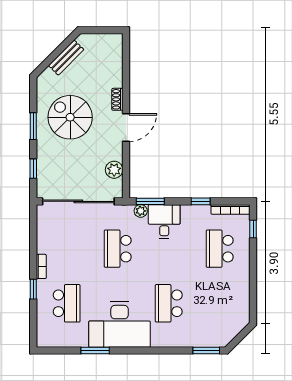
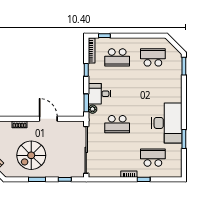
door: (126, 127) -> (48, 119), moved
plant: (114, 170) -> (66, 127), removed
school desk: (169, 303) -> (153, 57), moved, turned 180

